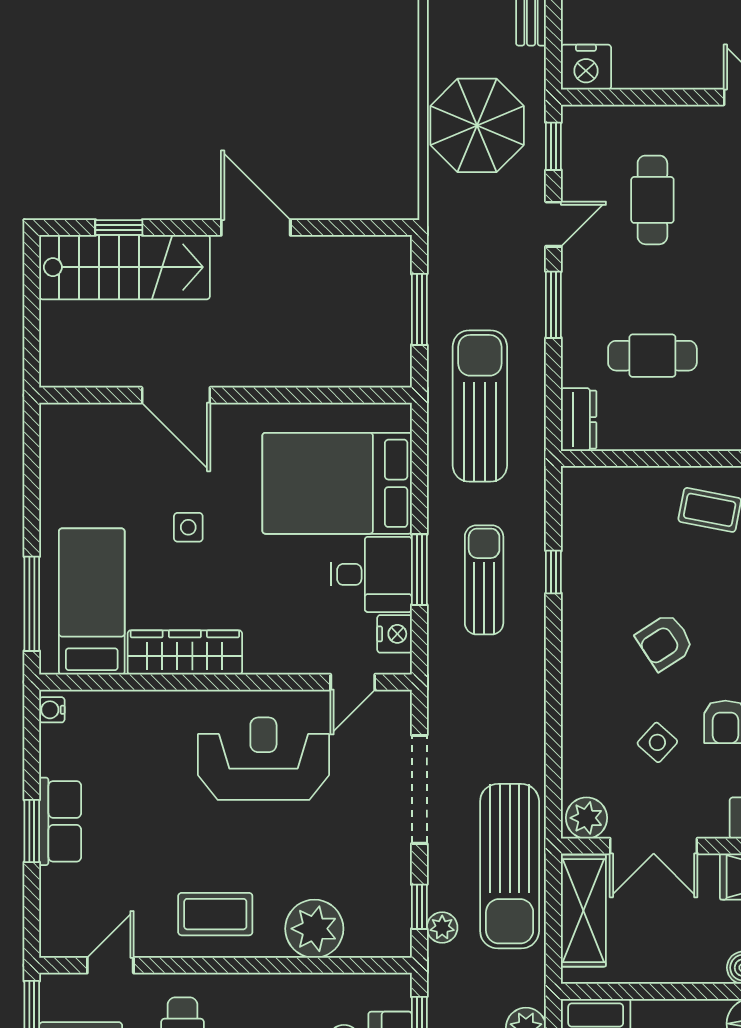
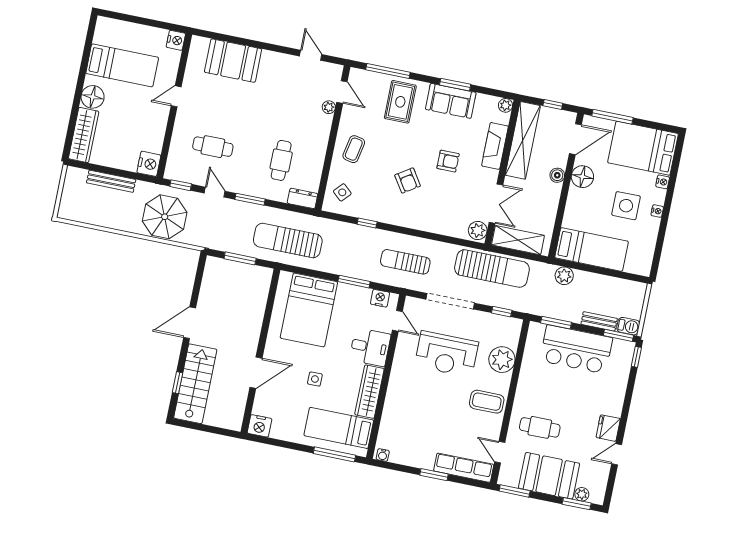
nightstand: (61, 427) -> (260, 426), added
desk: (371, 574) -> (370, 347), moved, turned 90
sun lounger: (484, 580) -> (405, 262), moved
side table: (657, 742) -> (342, 192), moved
reception desk: (263, 759) -> (446, 354), moved, turned -90
row of seats: (60, 821) -> (464, 468), moved, width x1.48
coffee table: (215, 914) -> (487, 402), turned 90
plant: (442, 927) -> (513, 303), removed

